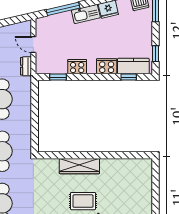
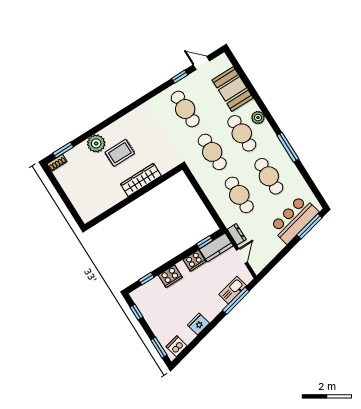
kitchen sink: (86, 14) -> (233, 290), moved
door: (33, 45) -> (242, 256), hinge flipped
kitchen counter: (133, 66) -> (216, 247), moved

